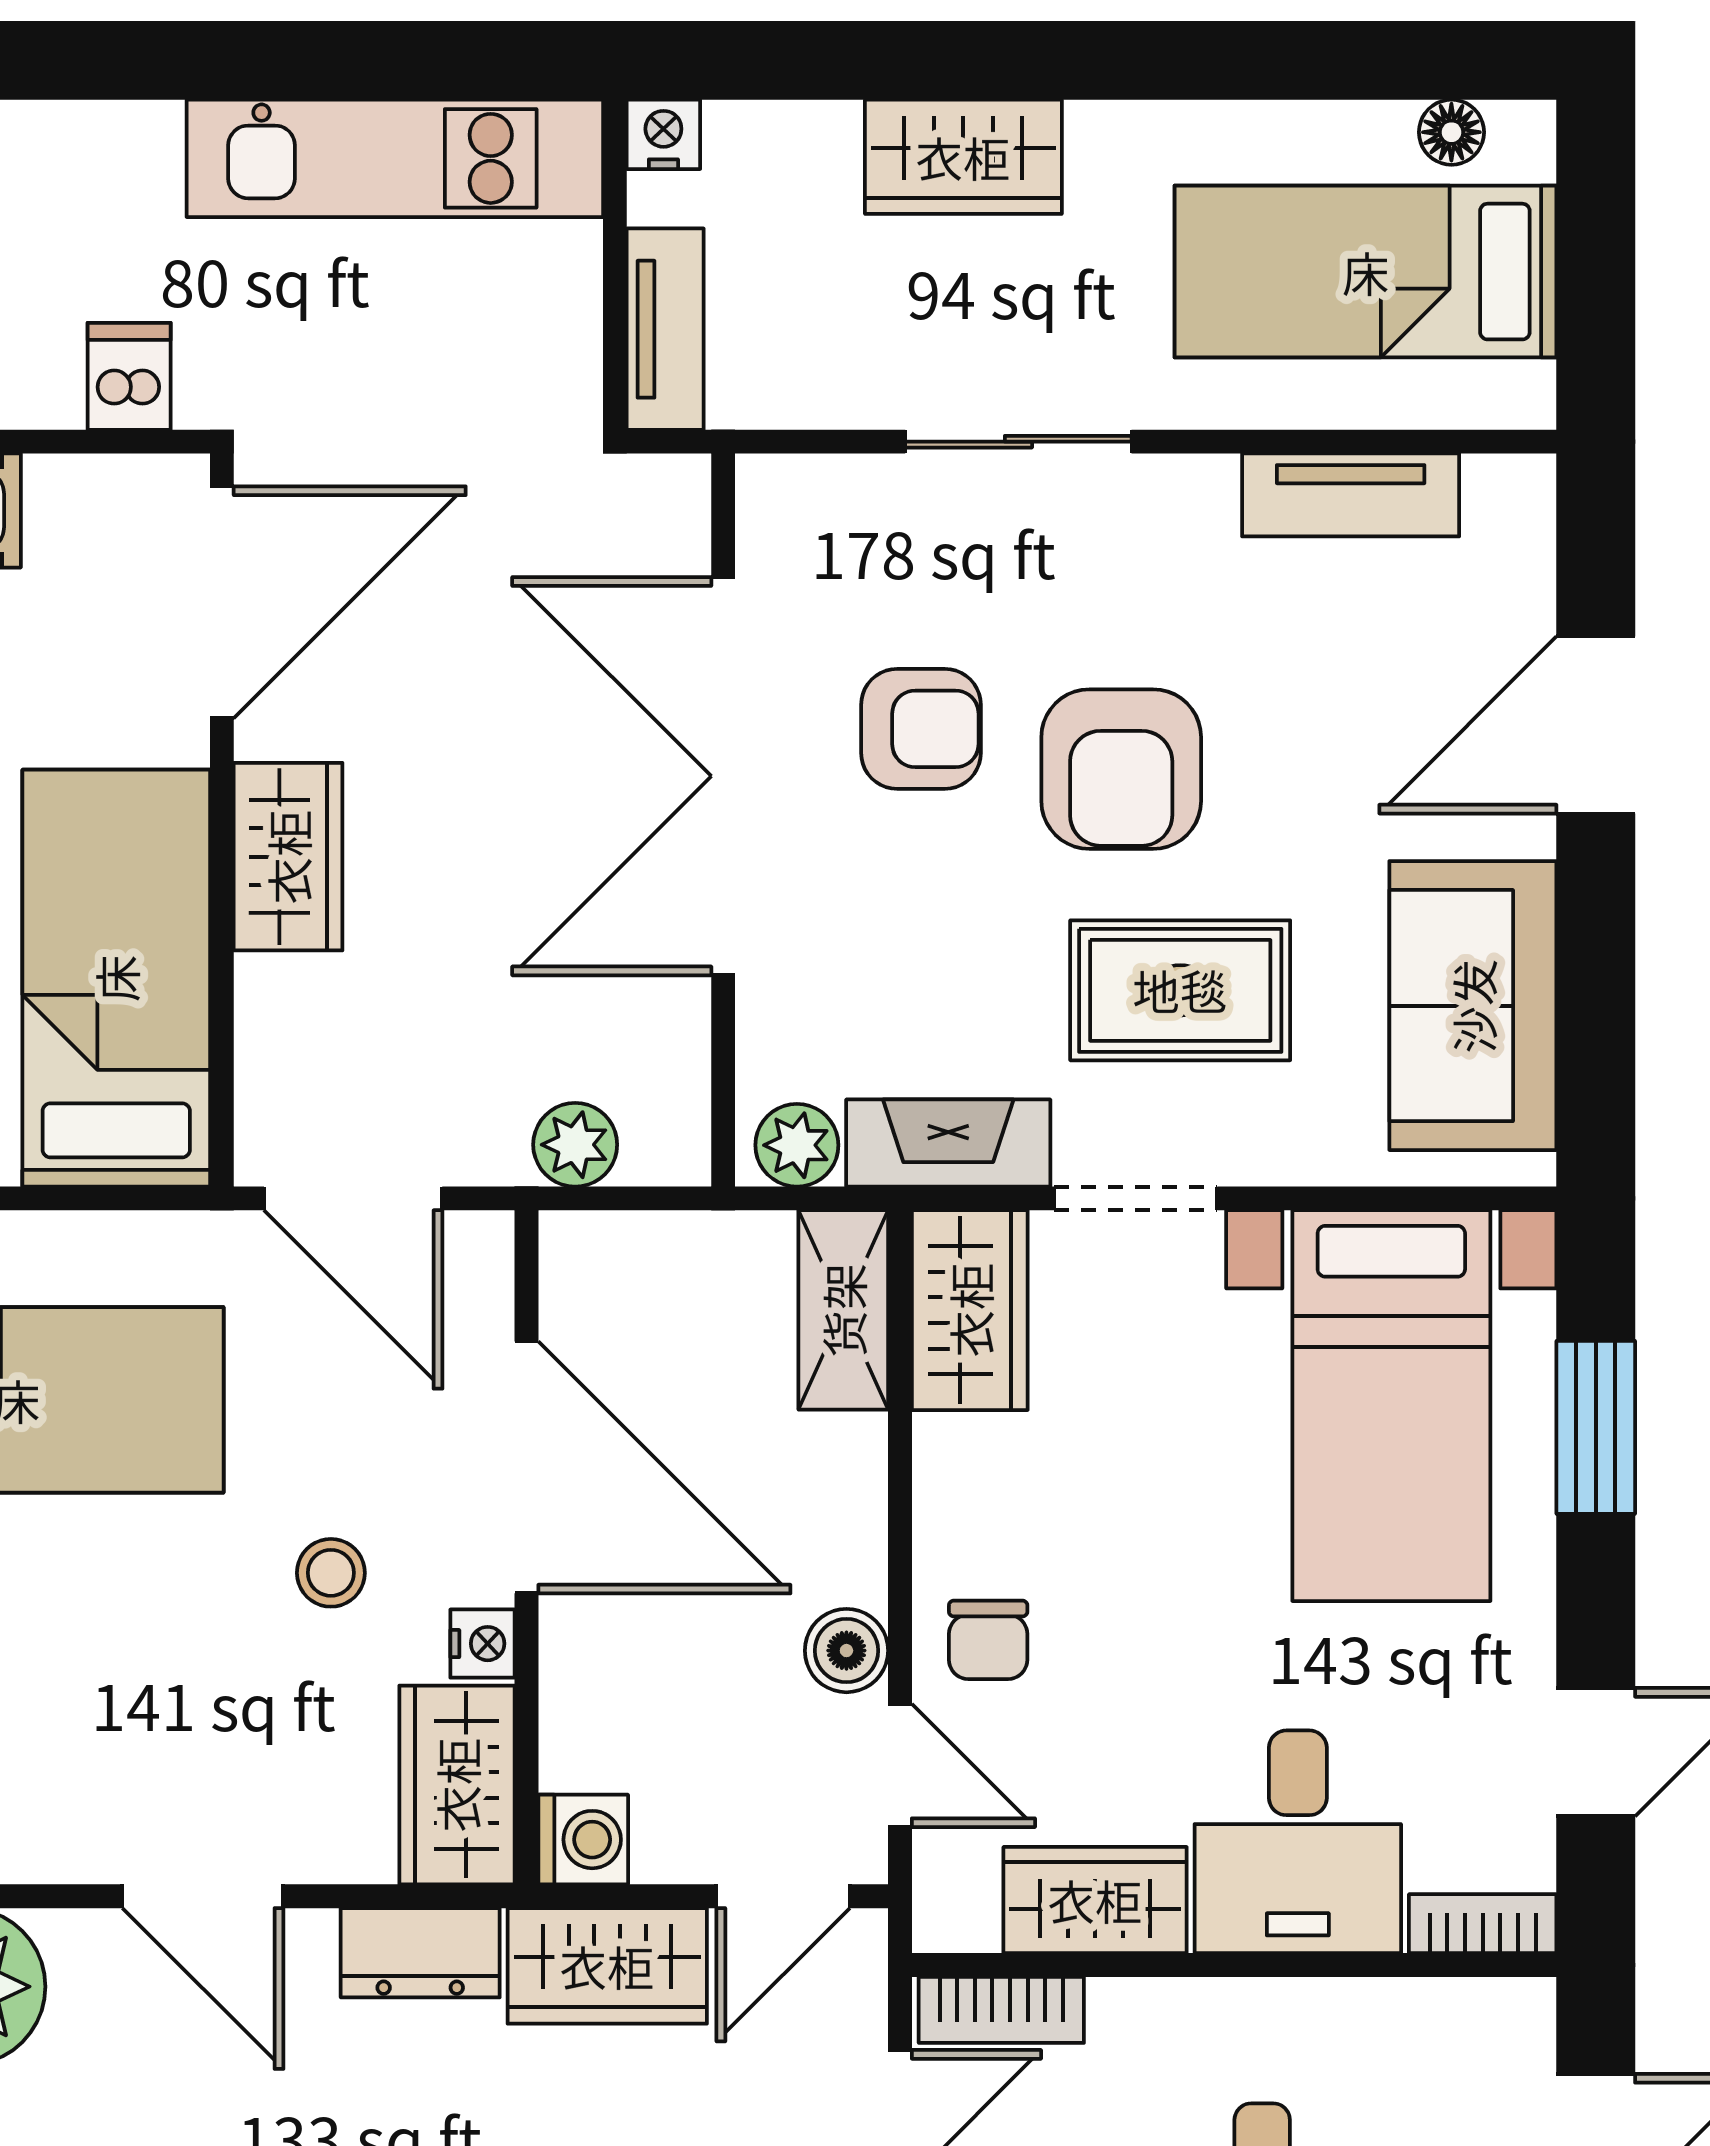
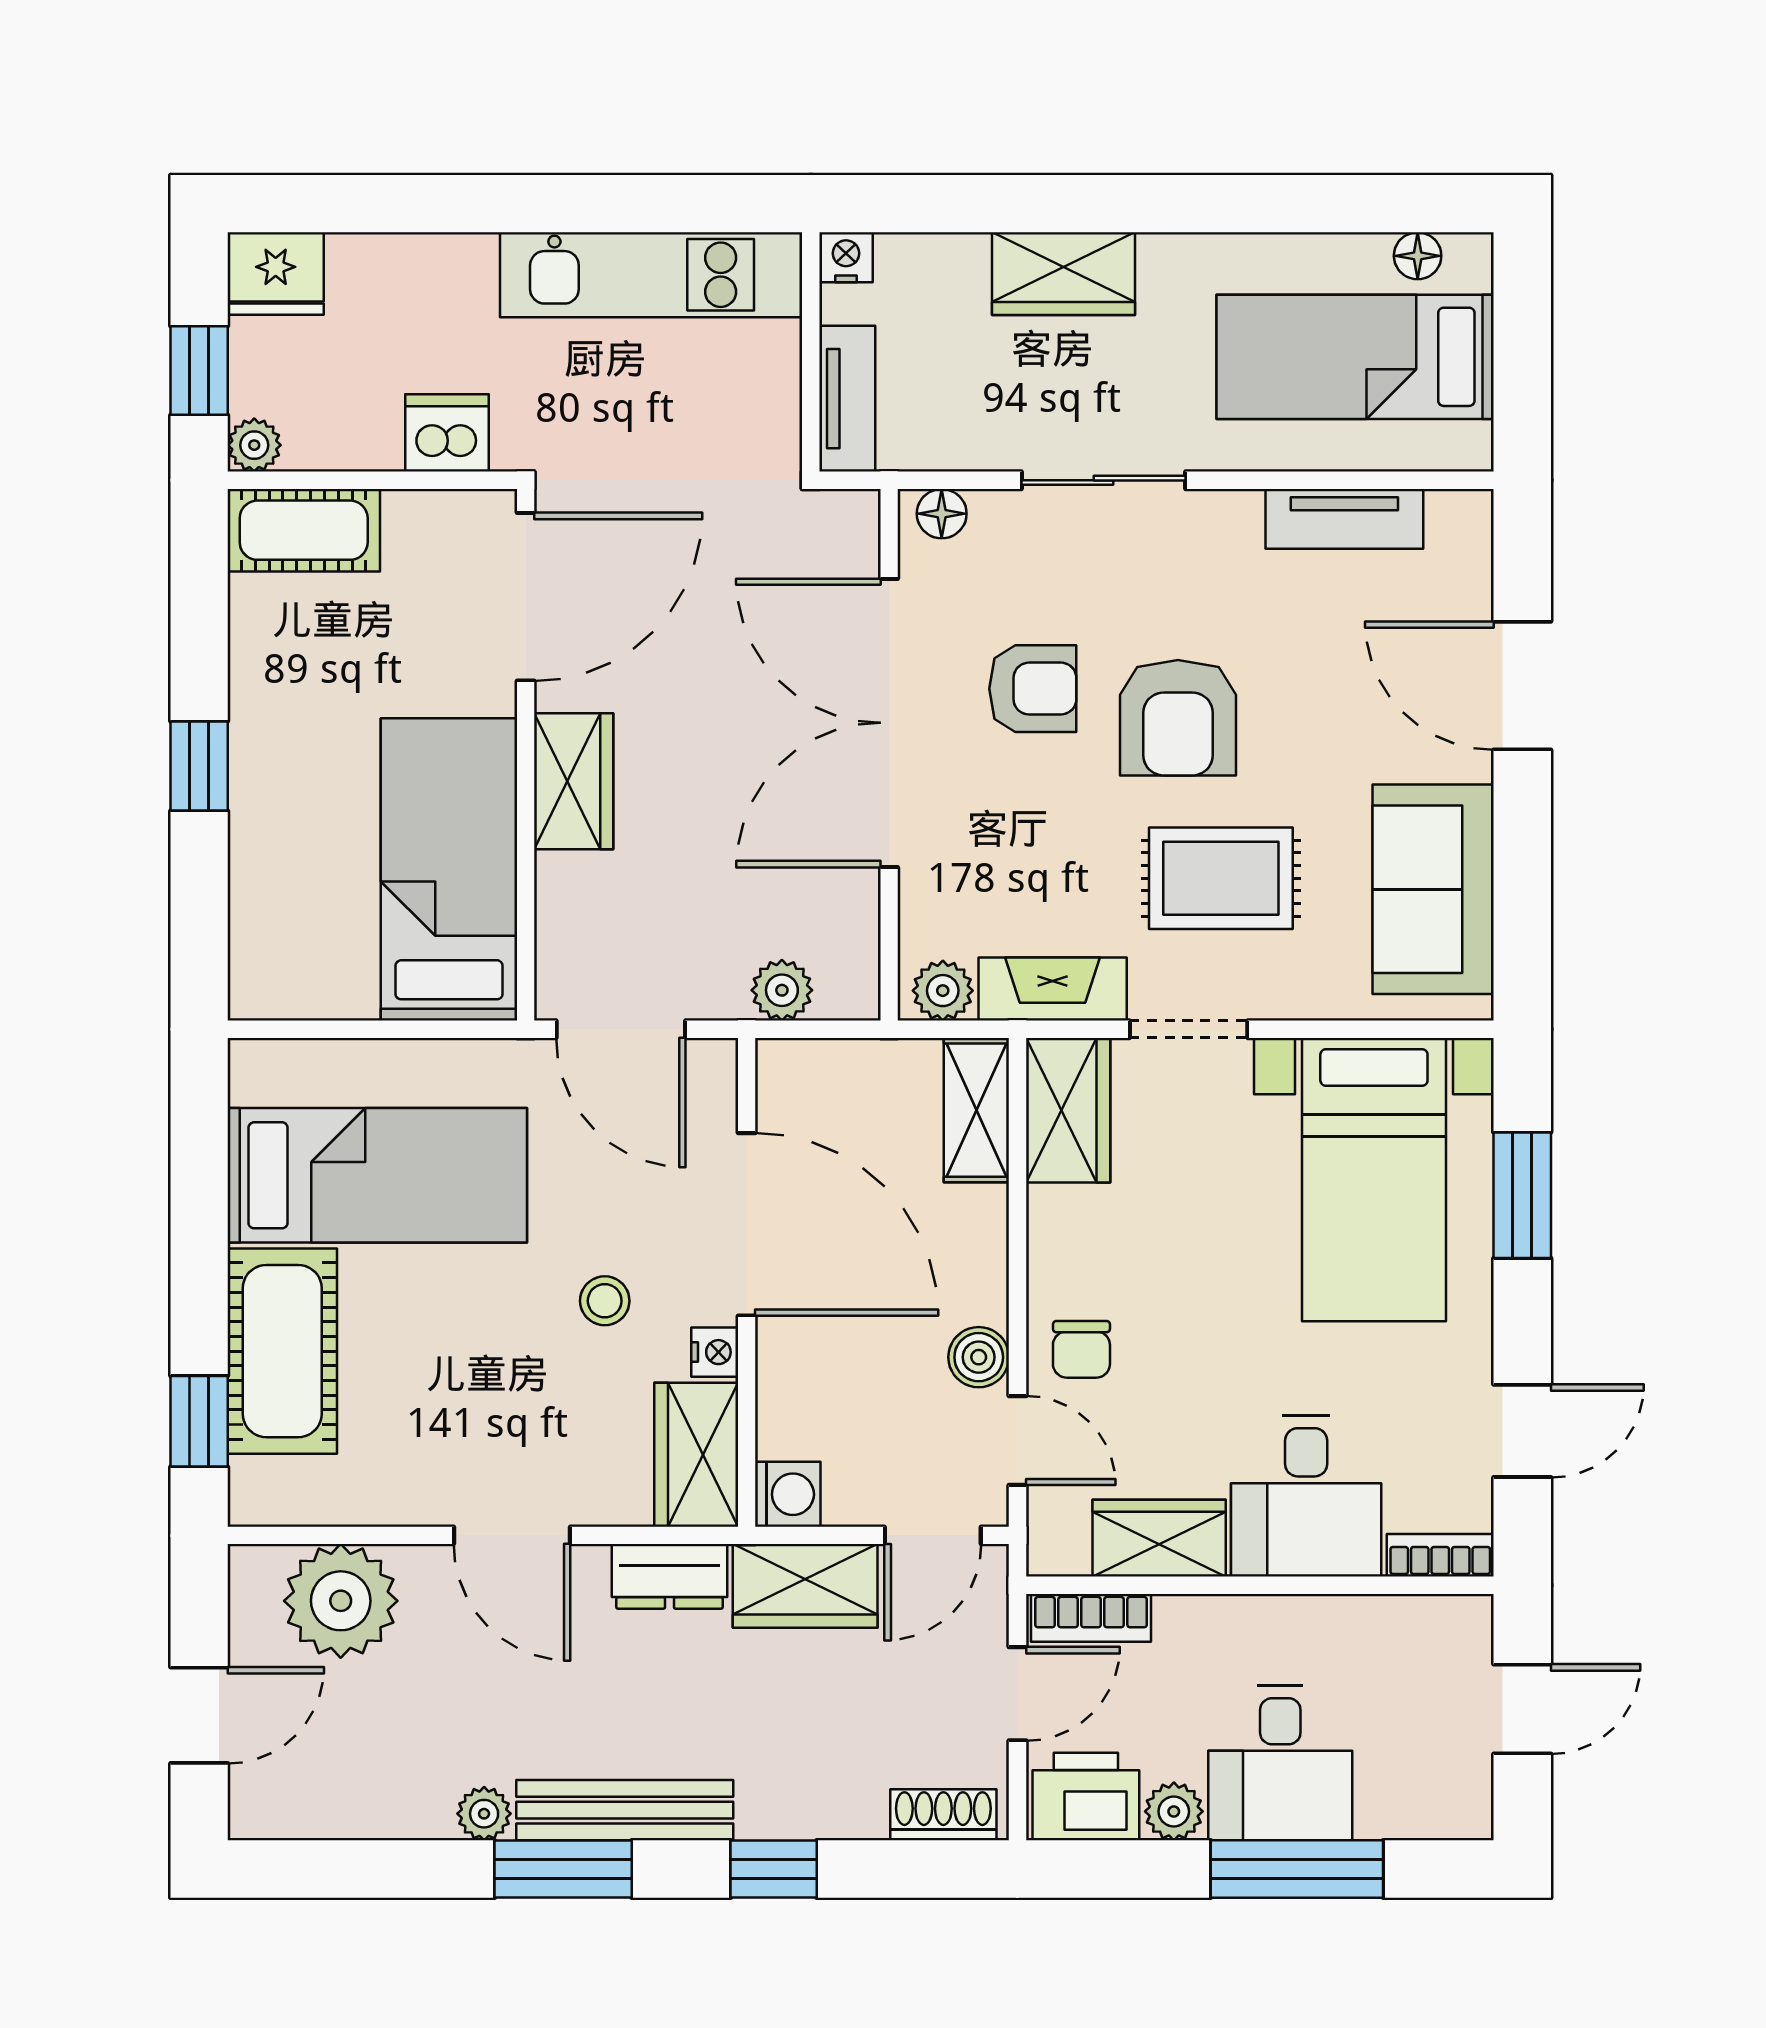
dishwasher: (129, 376) -> (447, 433), width x1.38
floor lamp: (795, 488) -> (942, 514), added
door: (1596, 725) -> (1522, 686), hinge flipped

